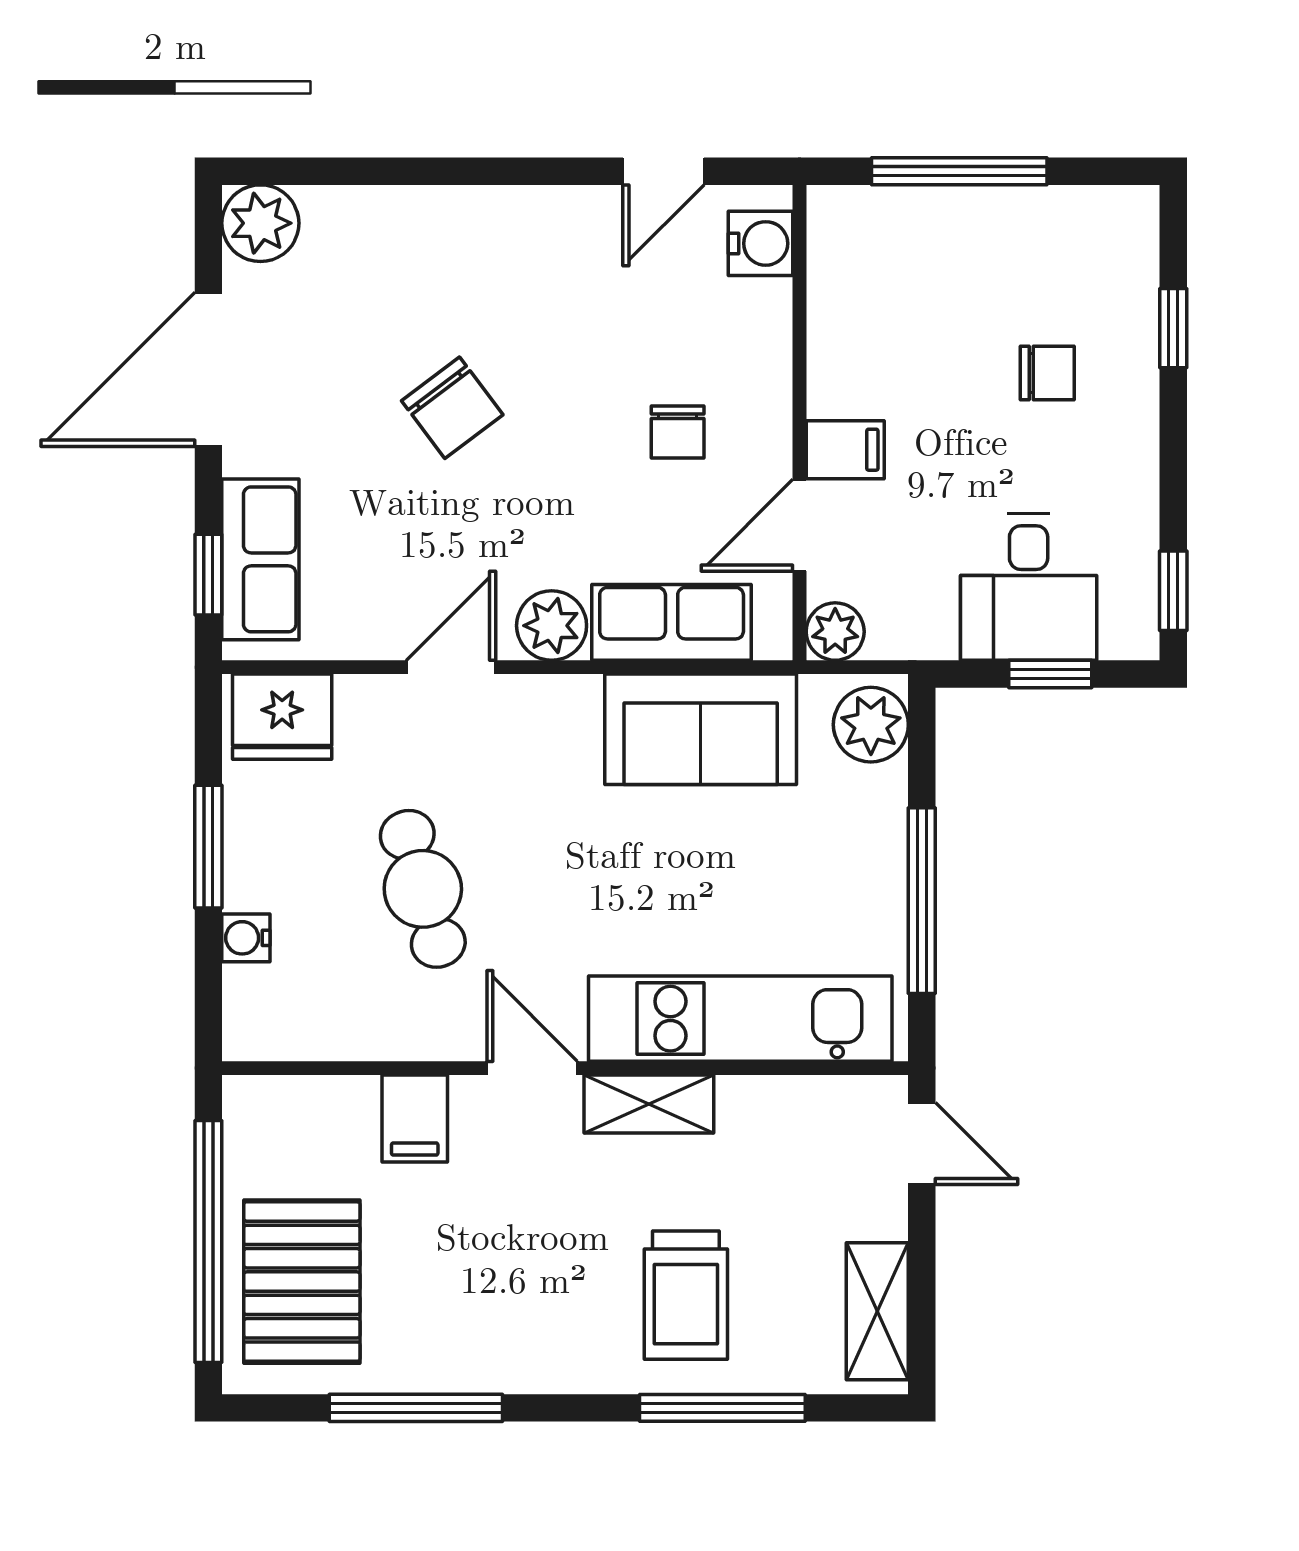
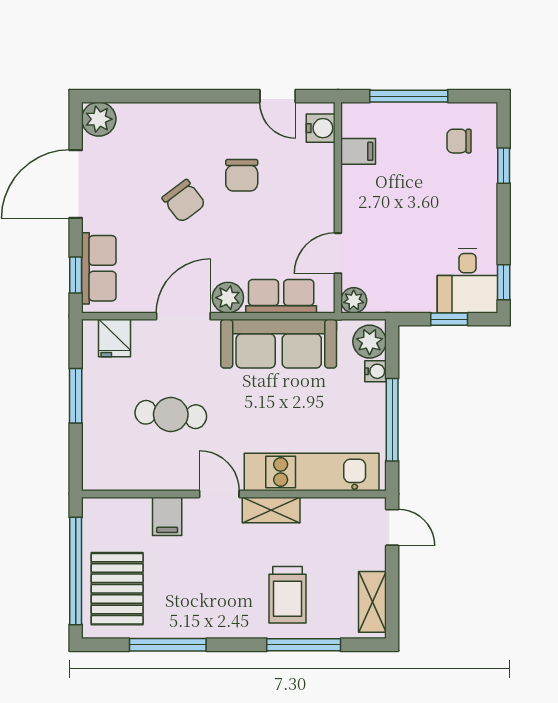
door: (663, 171) -> (278, 96), hinge flipped
chair: (1047, 373) -> (459, 141), moved, turned 180
chair: (678, 432) -> (242, 175), moved, width x1.37, depth x1.37
filing cabinet: (845, 450) -> (358, 151), moved
desk: (1029, 587) -> (468, 281), moved
door: (451, 667) -> (183, 316), width x1.38
fridge: (282, 717) -> (114, 338), width x0.72
sofa: (701, 729) -> (279, 344), width x1.36
cafe table: (423, 889) -> (171, 414), turned -69
water cooler: (246, 938) -> (375, 371), moved, turned 180

